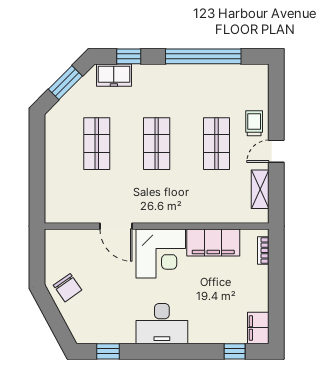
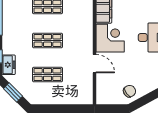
door: (116, 226) -> (94, 64), hinge flipped

